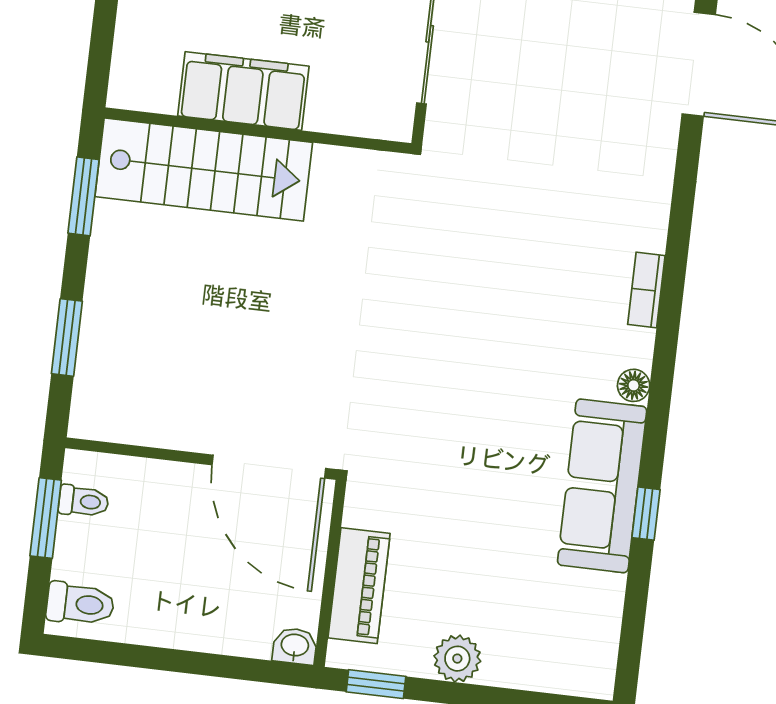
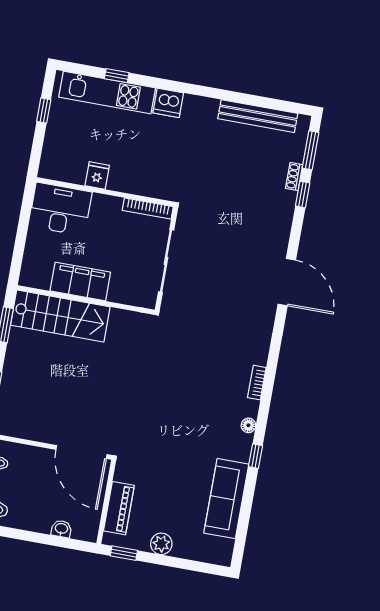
sofa: (602, 486) -> (226, 499), moved
window: (646, 514) -> (255, 456), moved
washbasin: (295, 646) -> (61, 529), moved

